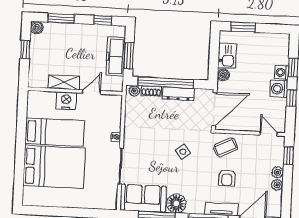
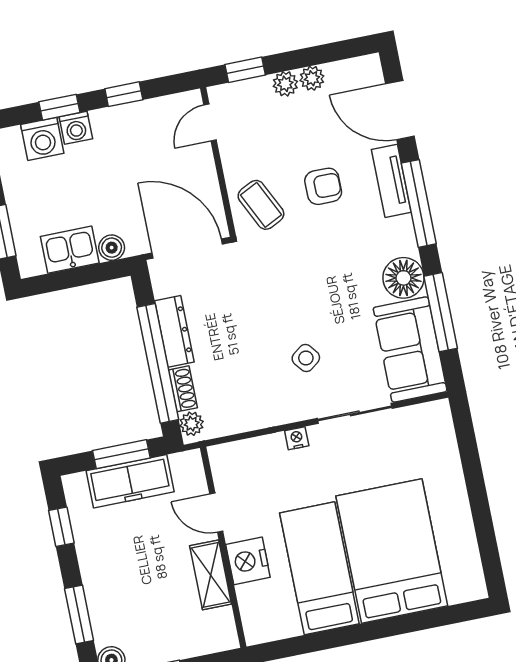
washing machine: (279, 89) -> (42, 139), moved
side table: (183, 152) -> (306, 358), moved

